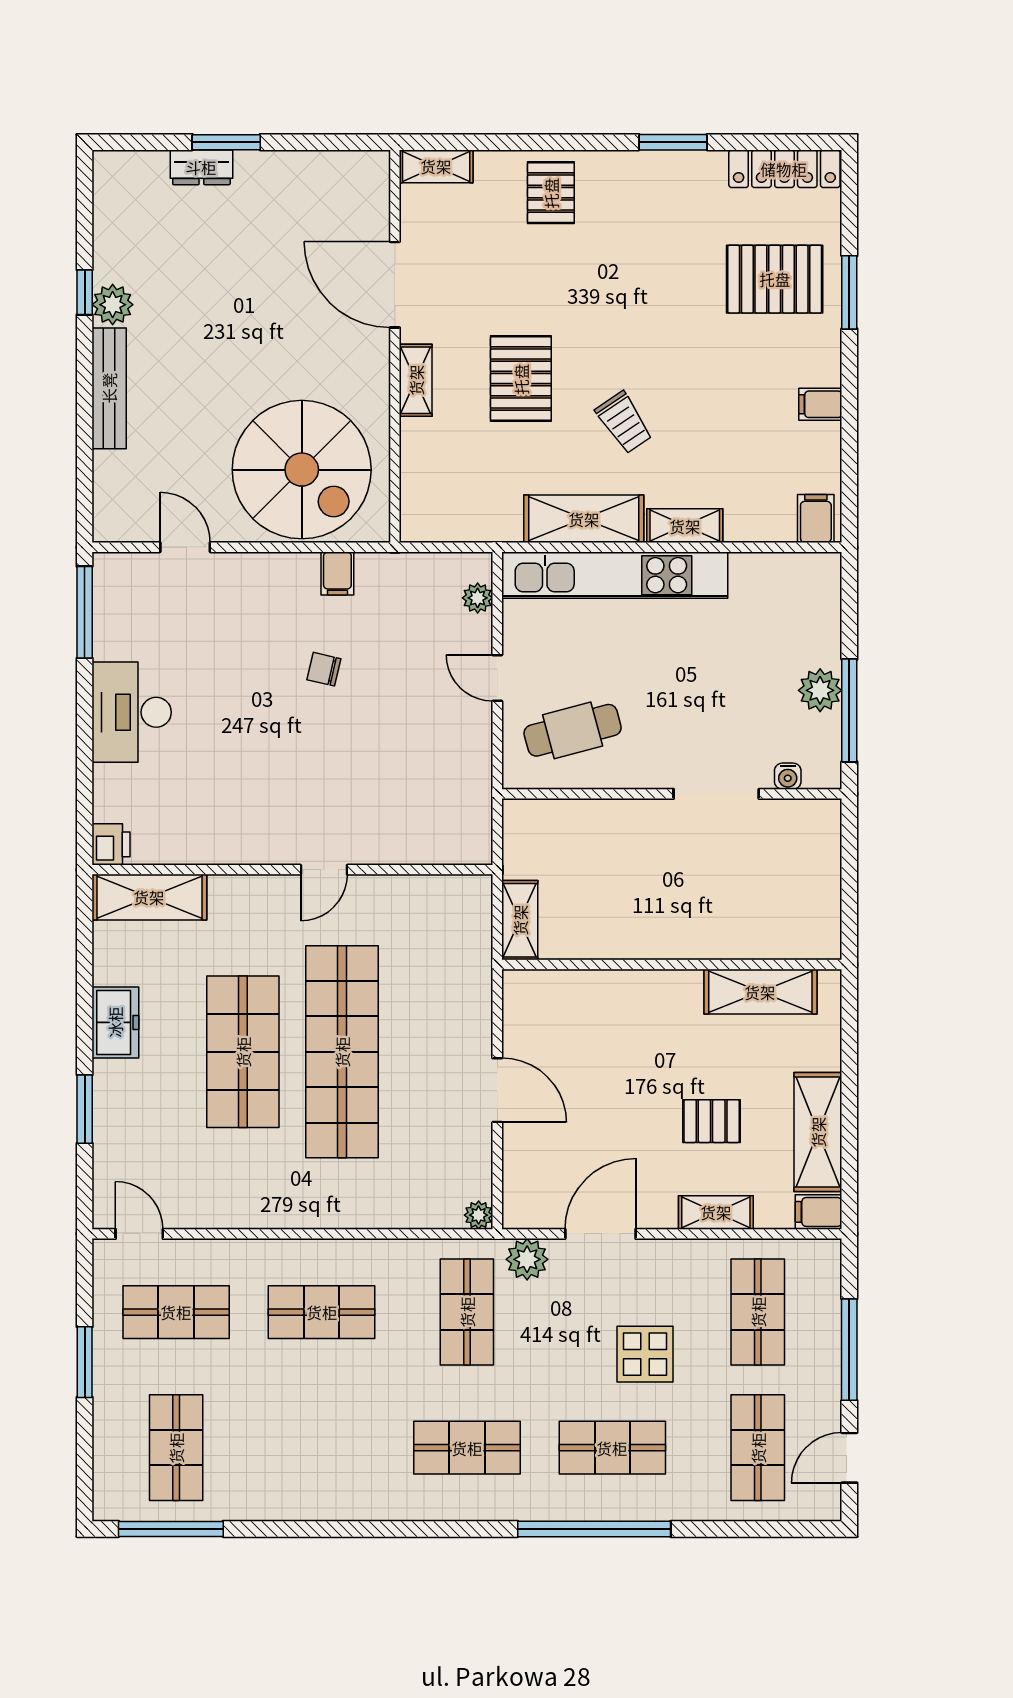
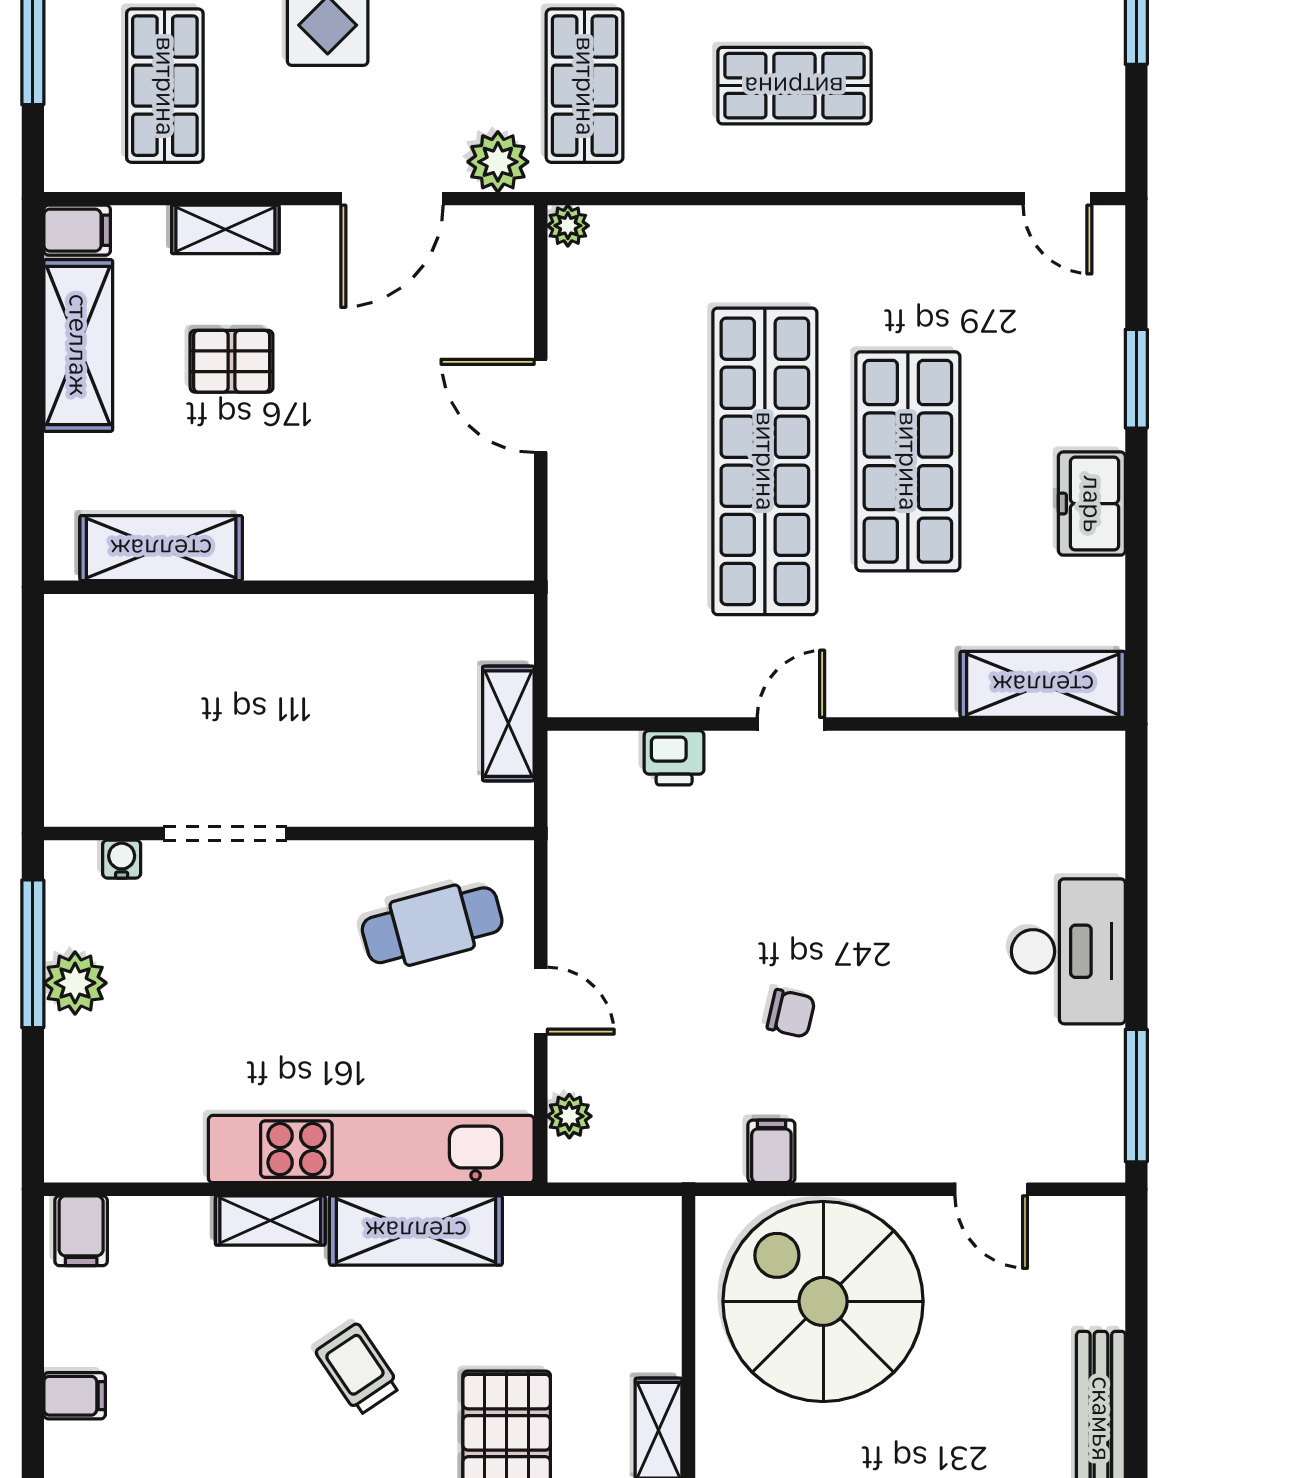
printer: (111, 844) -> (674, 758), moved, turned -90
shelving: (520, 920) -> (508, 724), moved
shop shelf: (176, 1312) -> (1004, 86), removed

